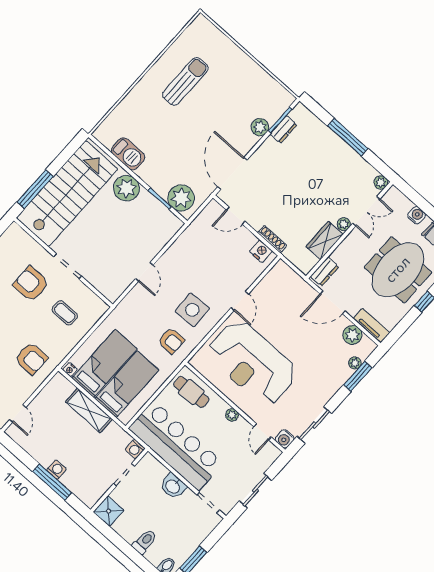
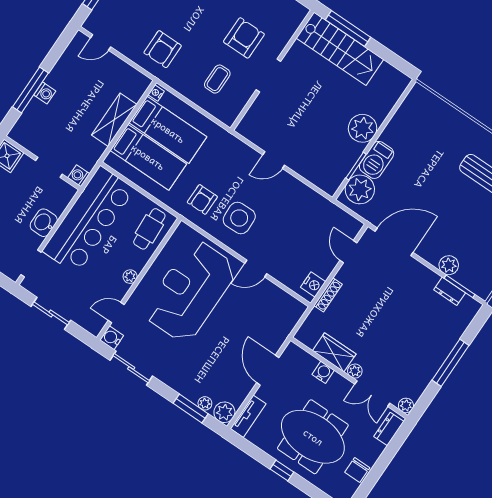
barbecue: (128, 154) -> (377, 160), moved
stairs: (67, 194) -> (340, 49), width x0.73, depth x0.66
water cooler: (417, 215) -> (323, 372), moved, turned -90
dresser: (325, 272) -> (389, 429), moved, turned 90
plant: (352, 335) -> (224, 412), moved

